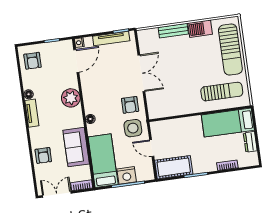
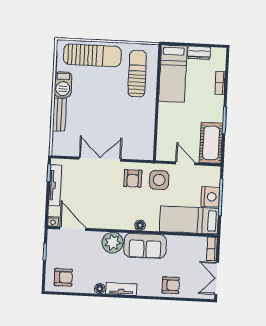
armchair: (130, 105) -> (133, 178), turned 90
sofa: (76, 147) -> (145, 246), moved
door: (152, 148) -> (185, 163), swing flipped

